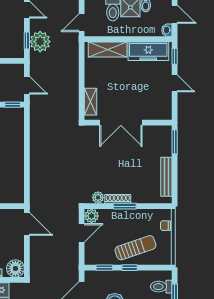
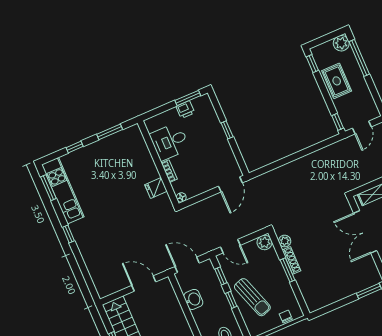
bench: (166, 177) -> (332, 297), removed
door: (82, 233) -> (230, 246), moved
floor lamp: (15, 268) -> (181, 197), width x0.53, depth x0.53

